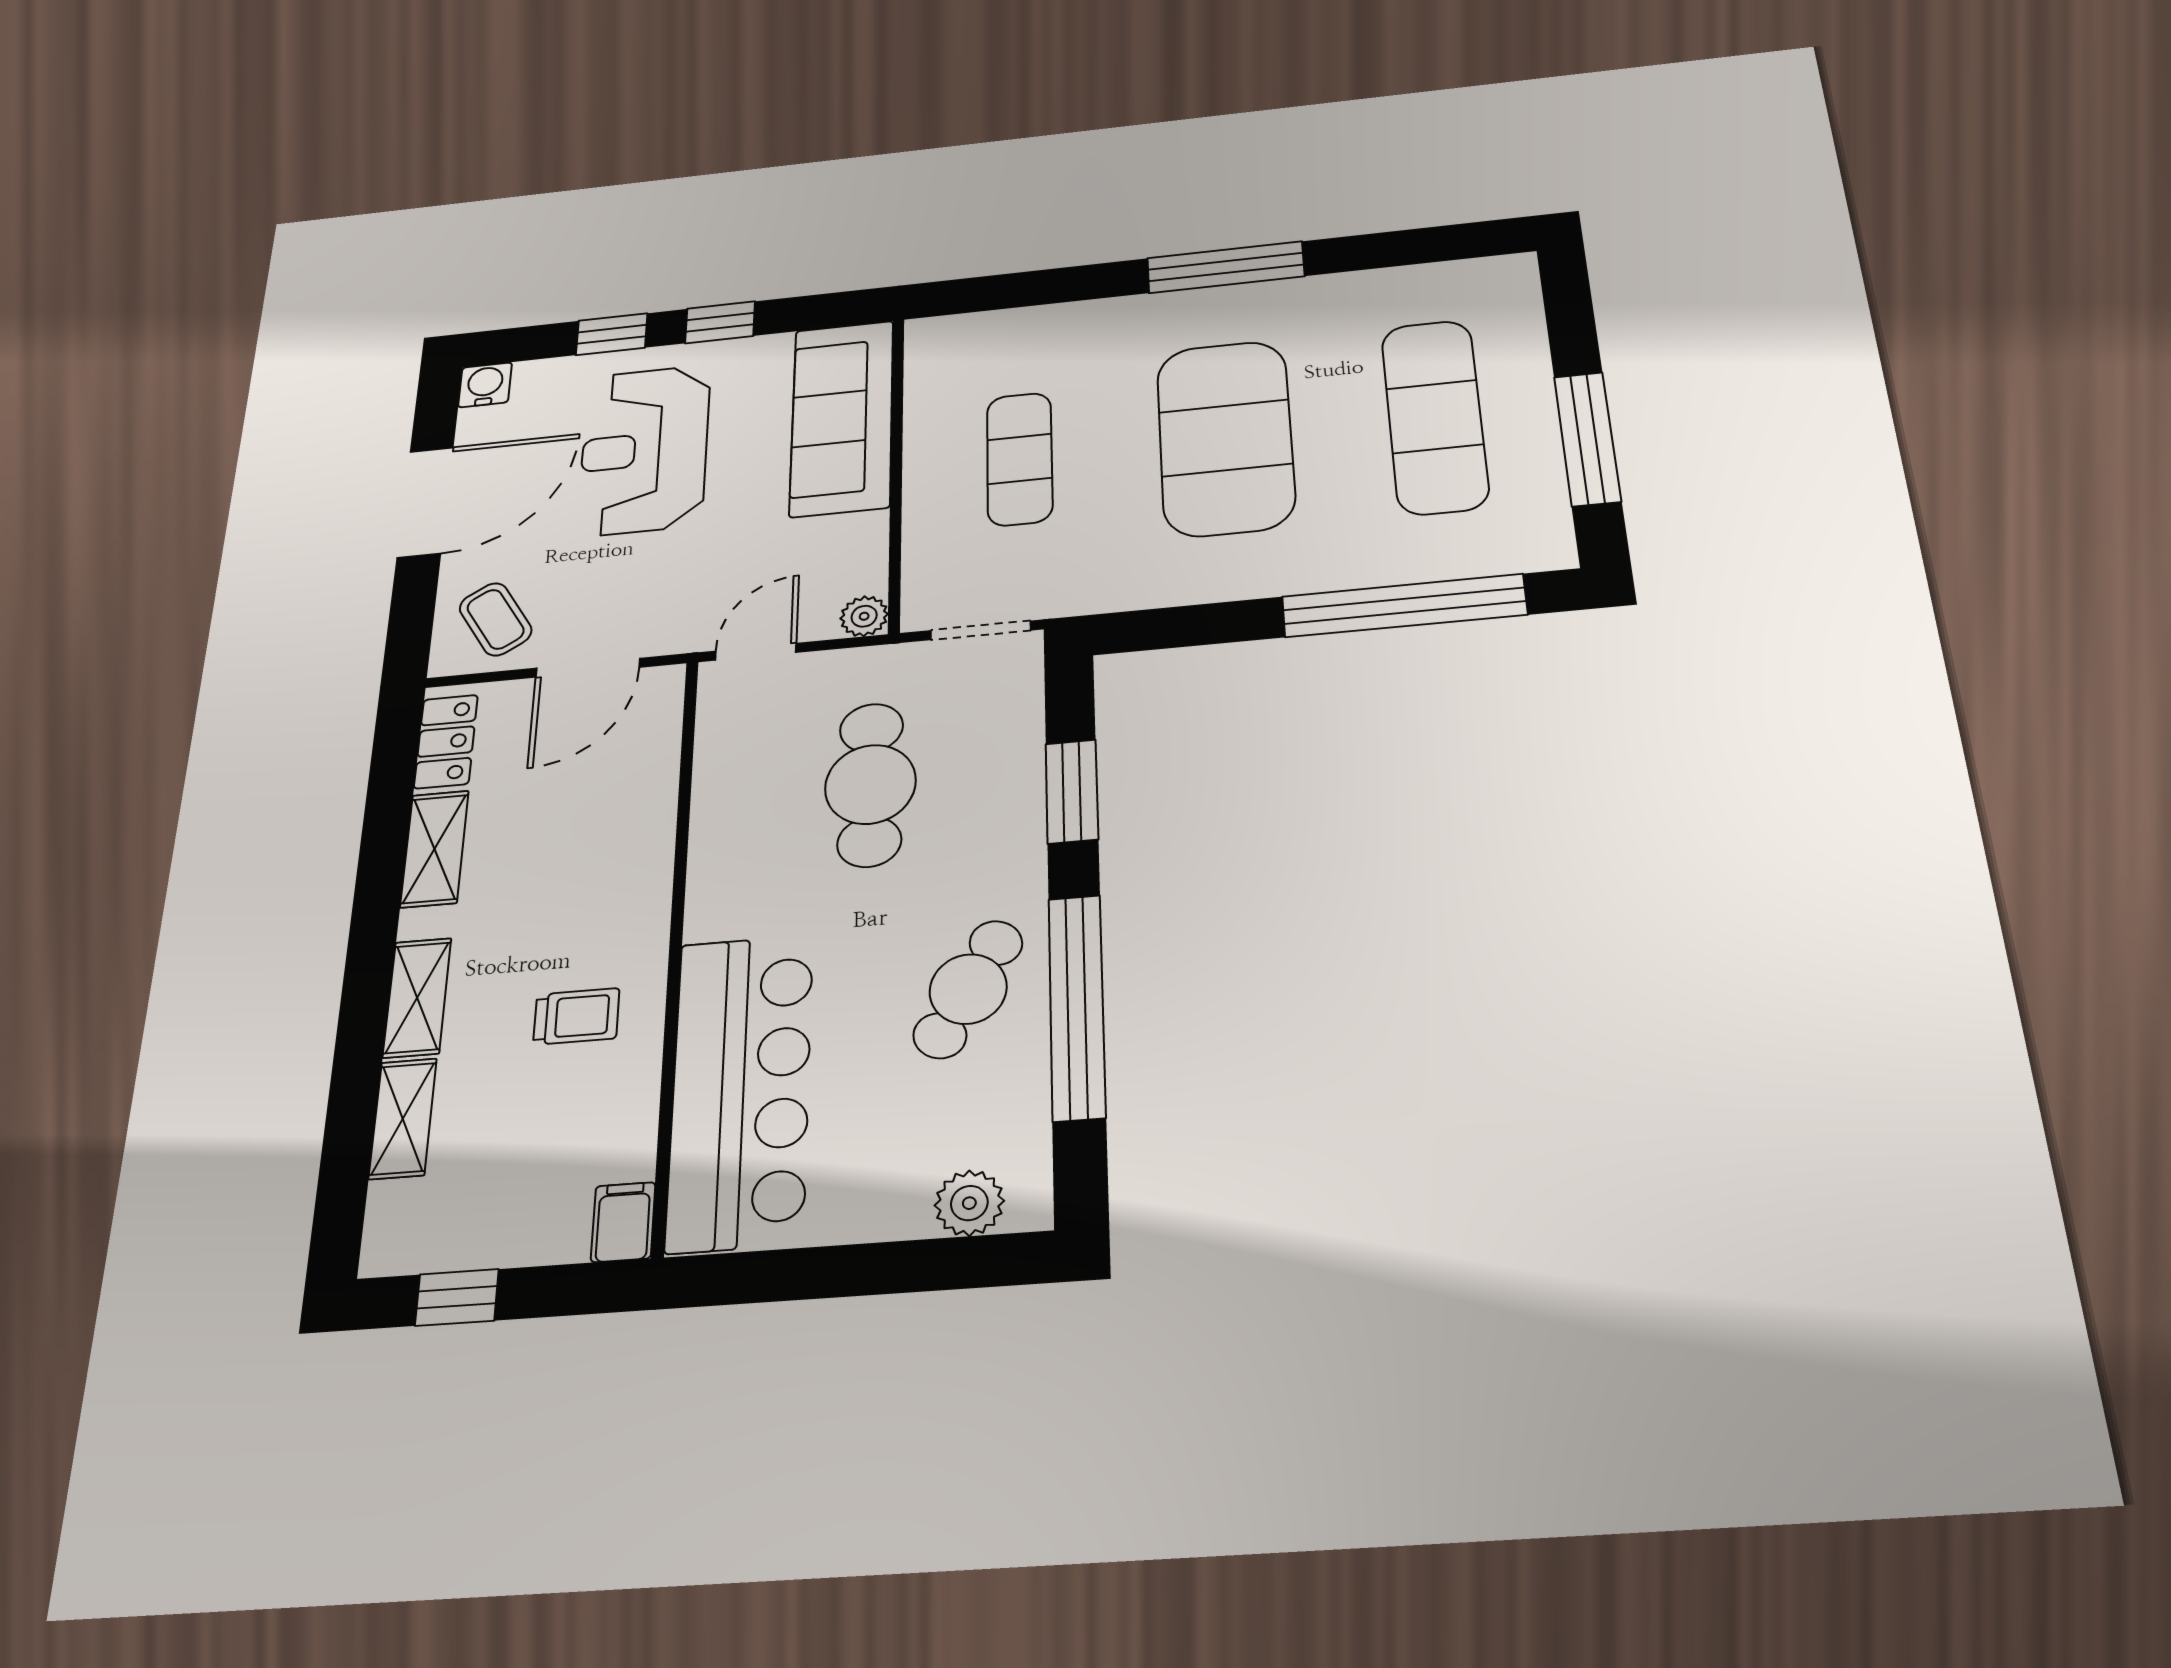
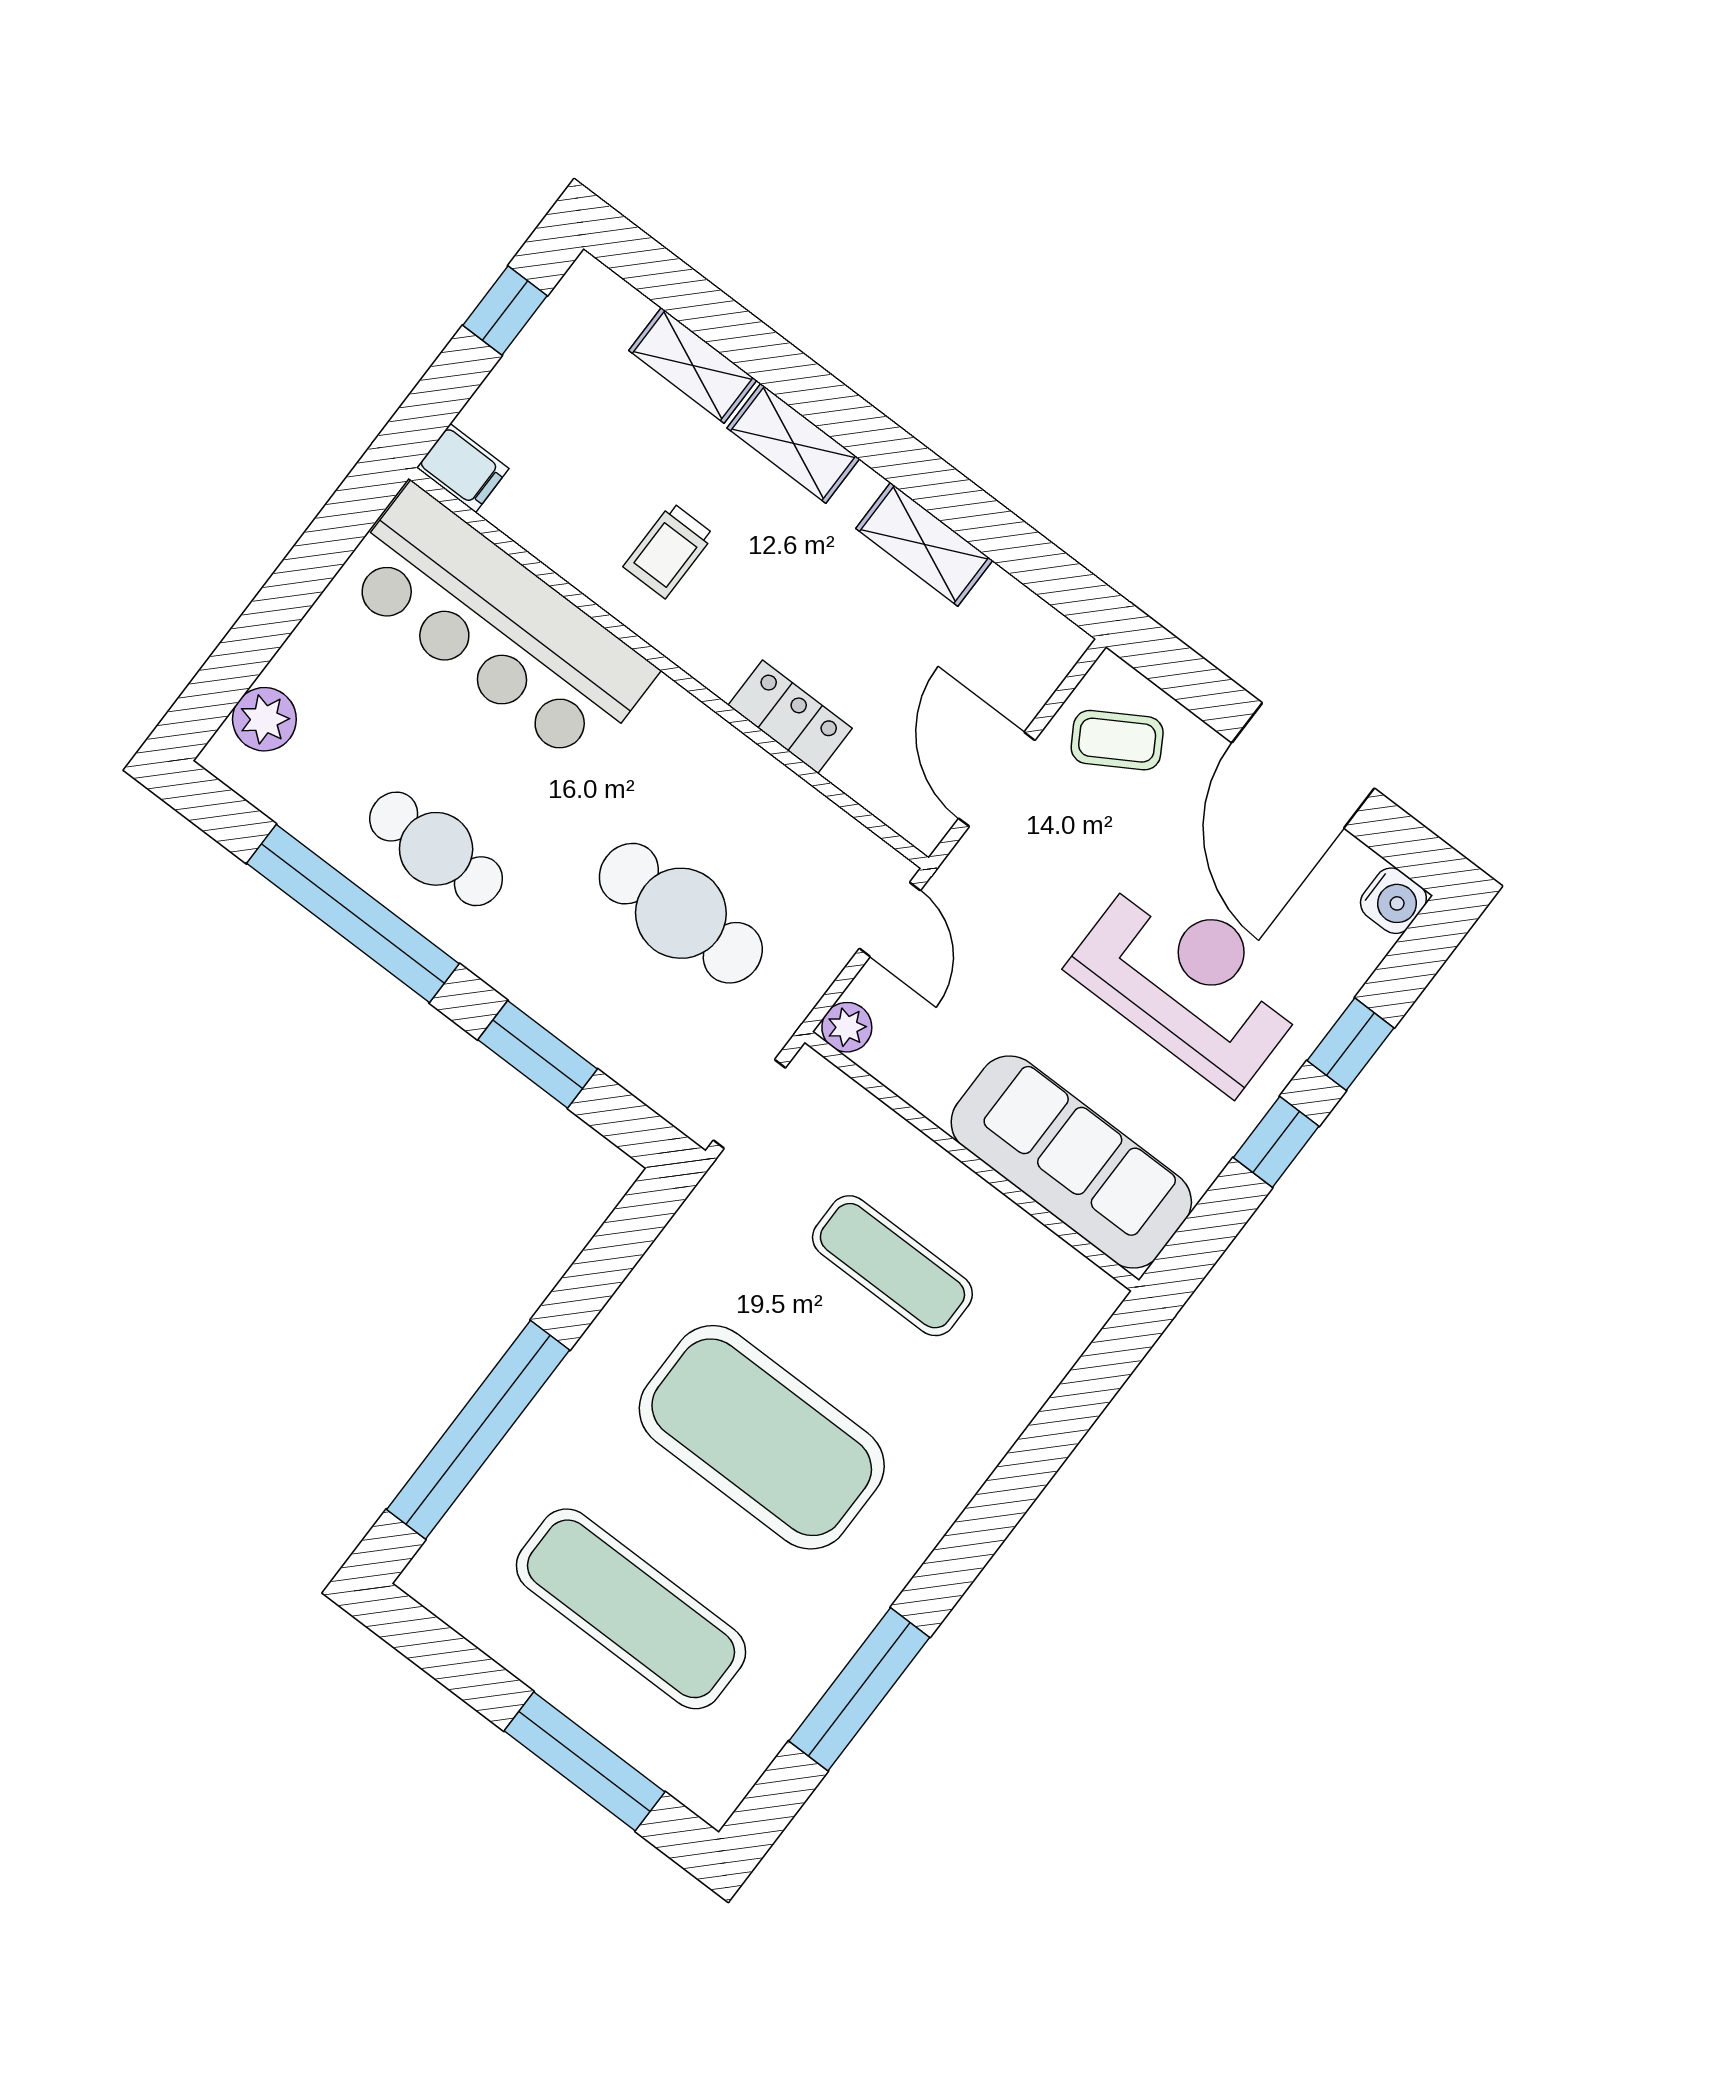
window: (1225, 267) -> (859, 1689), moved
window: (1587, 439) -> (584, 1761), moved
locker: (446, 742) -> (790, 717), moved, turned 180
cafe table: (968, 989) -> (436, 849), turned -30

